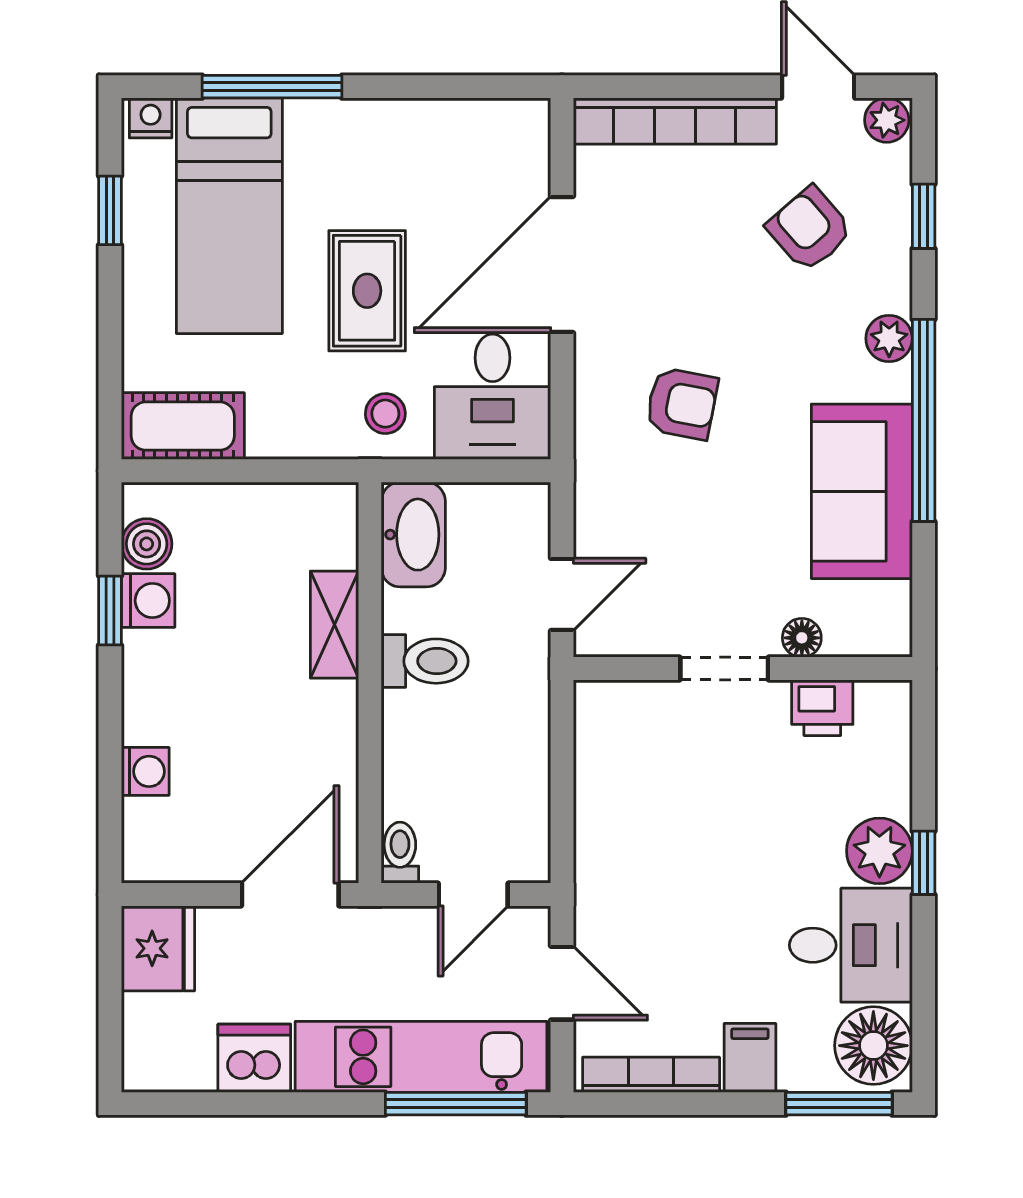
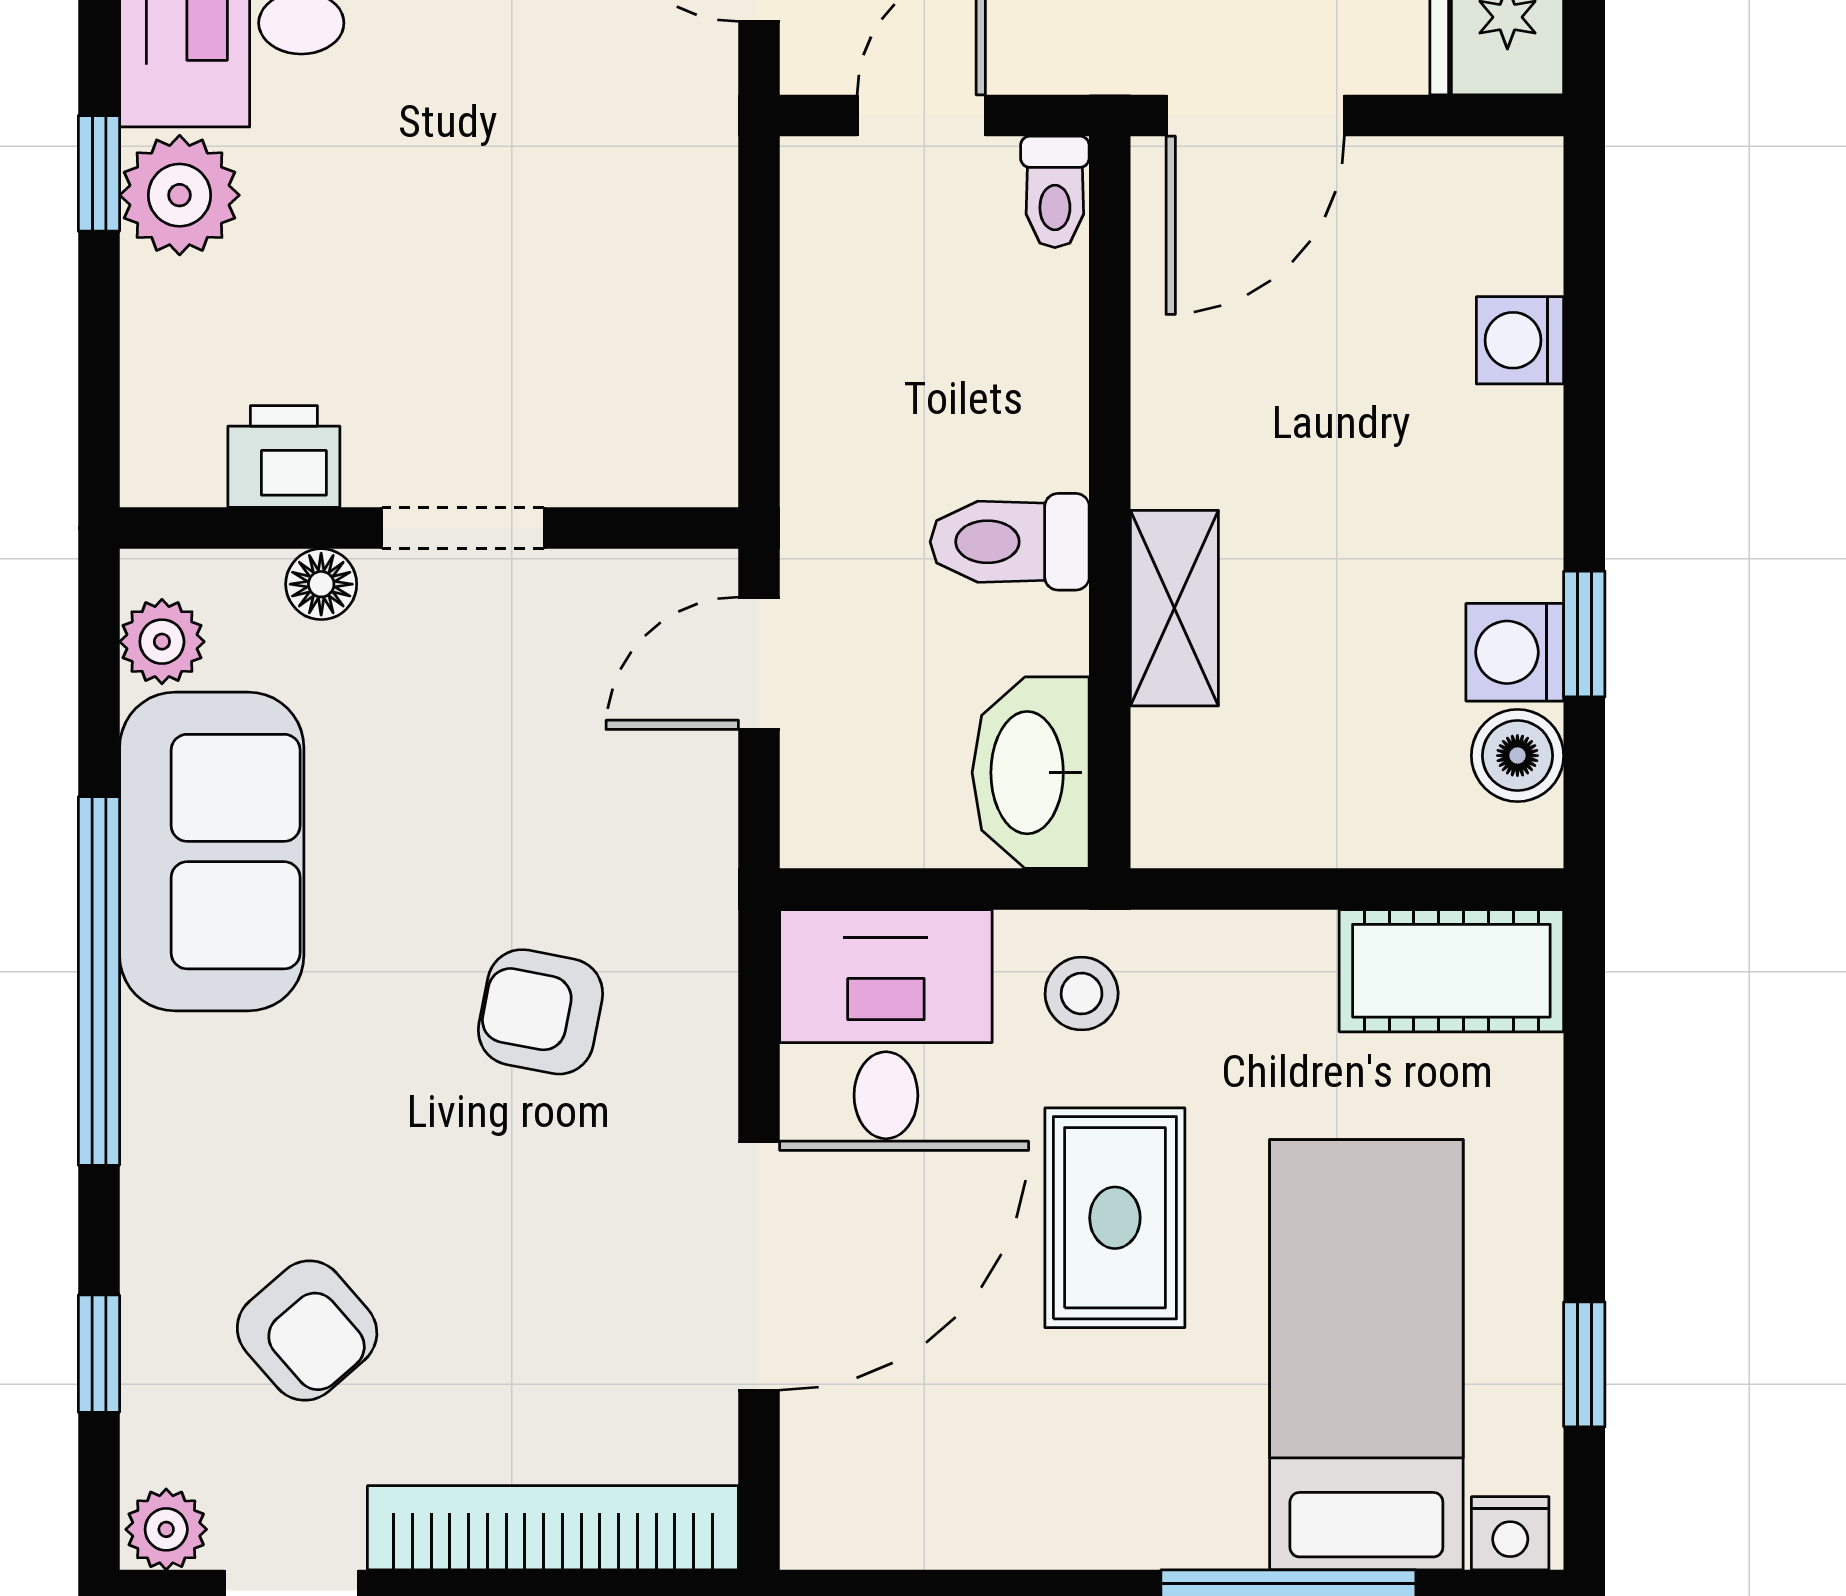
plant: (889, 338) -> (162, 642), moved

